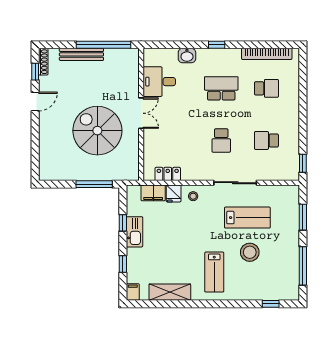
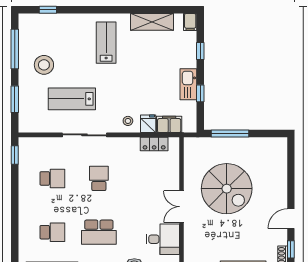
school desk: (266, 88) -> (52, 232), turned 180
stool: (250, 252) -> (44, 65), moved

